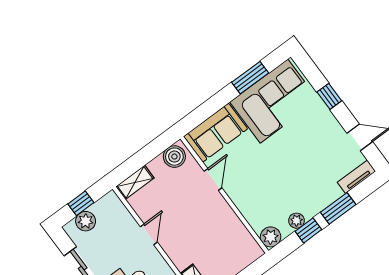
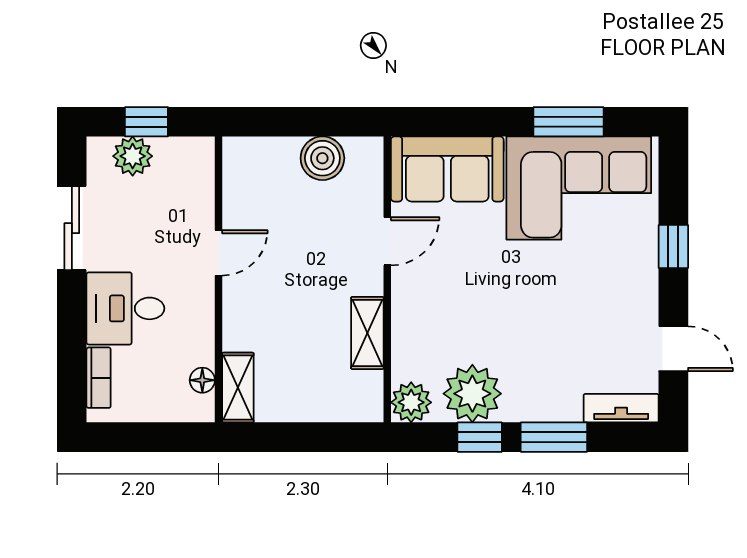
boiler: (174, 157) -> (322, 158), moved
shelving: (135, 182) -> (367, 333), moved, turned 90
plant: (296, 221) -> (472, 394), width x1.87, depth x1.87

